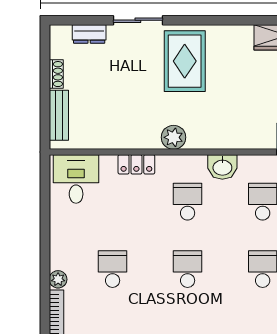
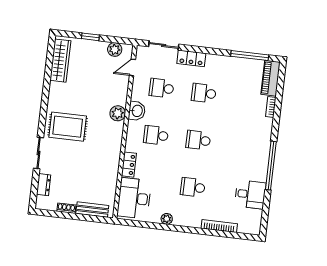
plant: (174, 137) -> (118, 113), moved
desk: (76, 179) -> (134, 198), width x1.37
plant: (58, 279) -> (167, 219), moved

